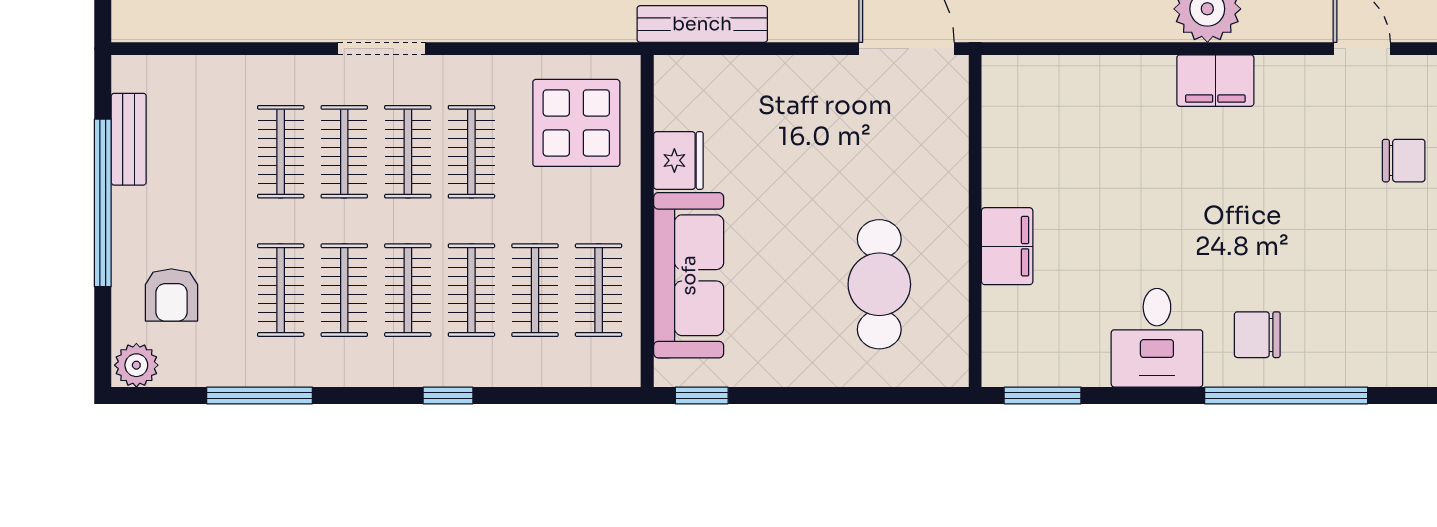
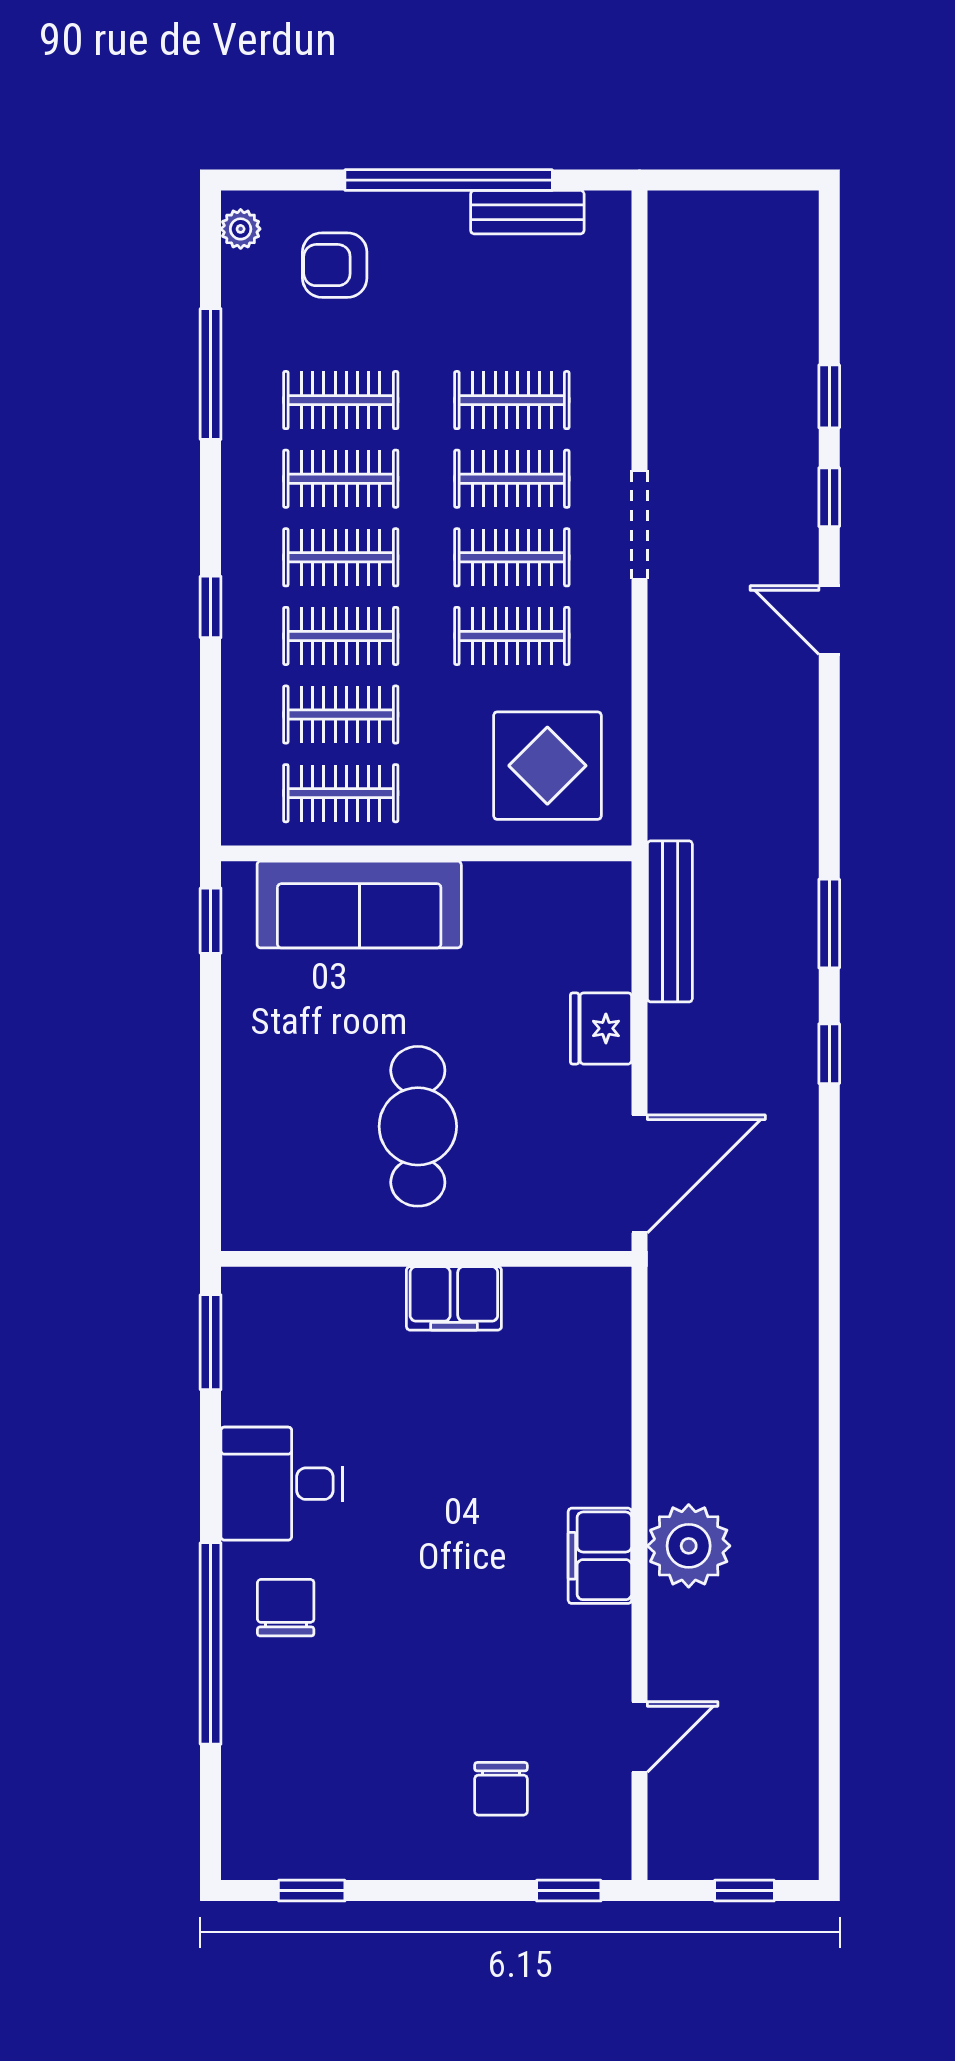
fridge: (678, 160) -> (601, 1028), moved, turned 90
filing cabinet: (1007, 246) -> (454, 1298), moved
cafe table: (879, 284) -> (418, 1126), moved, turned 90
plant: (136, 365) -> (241, 229), width x0.73, depth x0.73

